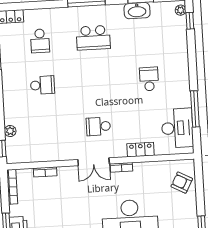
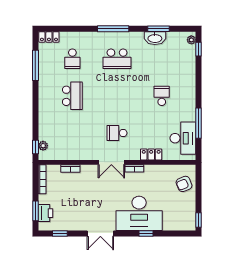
school desk: (42, 85) -> (72, 96), width x1.85
plant: (10, 131) -> (43, 146), moved
armchair: (182, 183) -> (184, 184), turned -51

